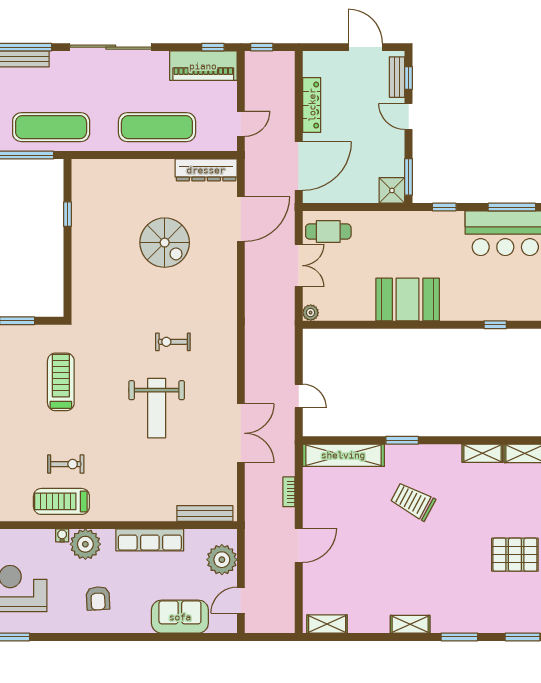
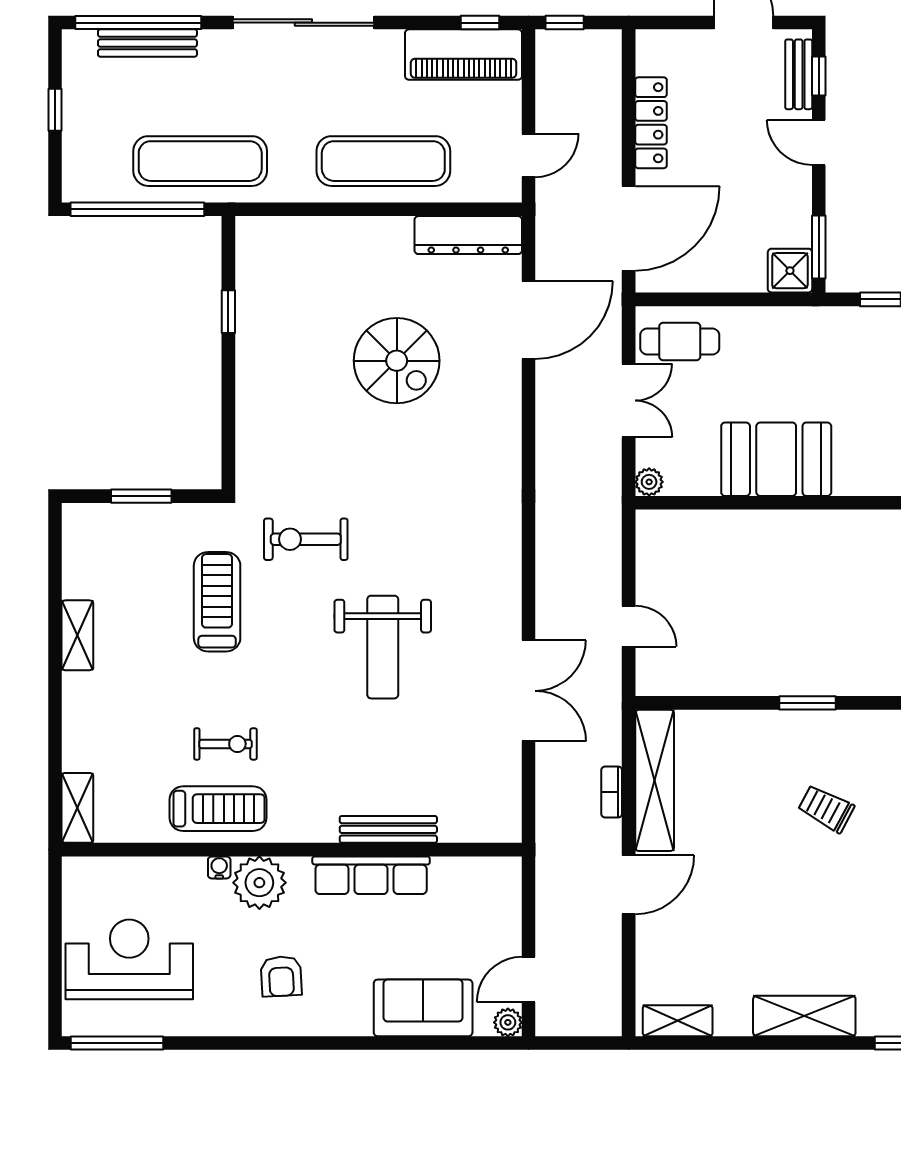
booth: (408, 300) -> (776, 459), moved
exercise bike: (173, 342) -> (306, 539), moved, width x1.38, depth x1.39
shelving: (343, 455) -> (655, 780), moved, turned 90
treadmill: (61, 501) -> (218, 809), turned 180
trolley: (413, 501) -> (826, 809), width x0.73, depth x0.72
bench: (205, 513) -> (388, 829), moved
plant: (222, 560) -> (508, 1022), moved, width x0.53, depth x0.53
shelving: (410, 624) -> (804, 1016), width x1.50, depth x1.33

